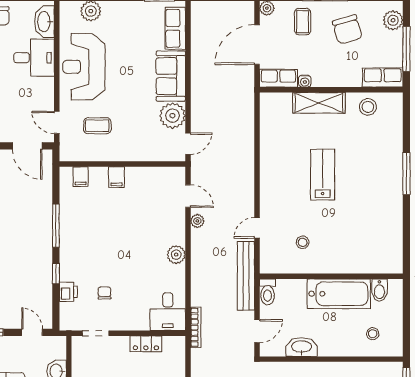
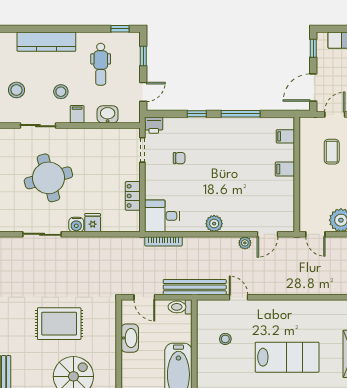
lab bench: (323, 175) -> (287, 357), width x1.36, depth x1.39
printer: (68, 292) -> (154, 125), moved
bookcase: (196, 327) -> (163, 241), moved

